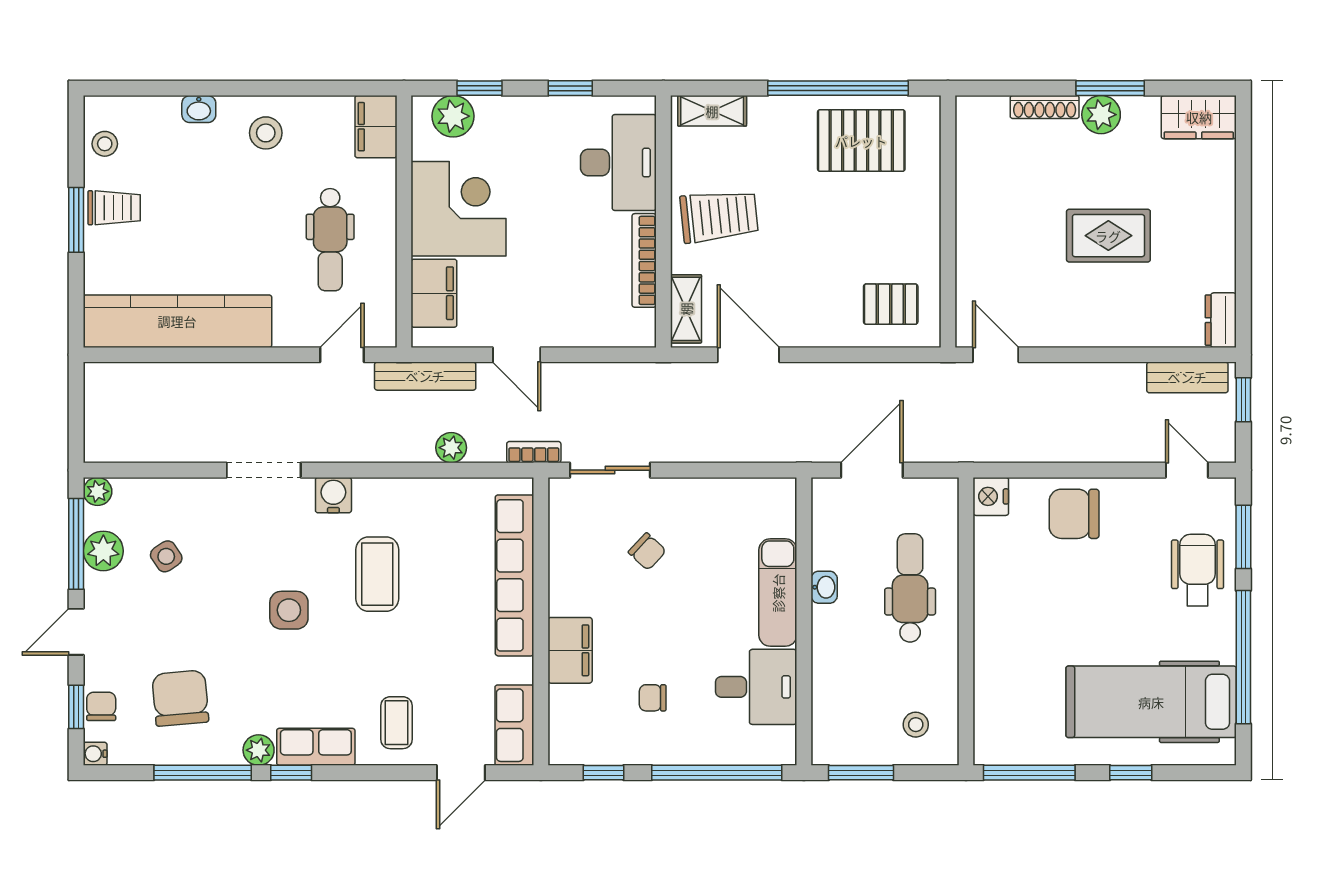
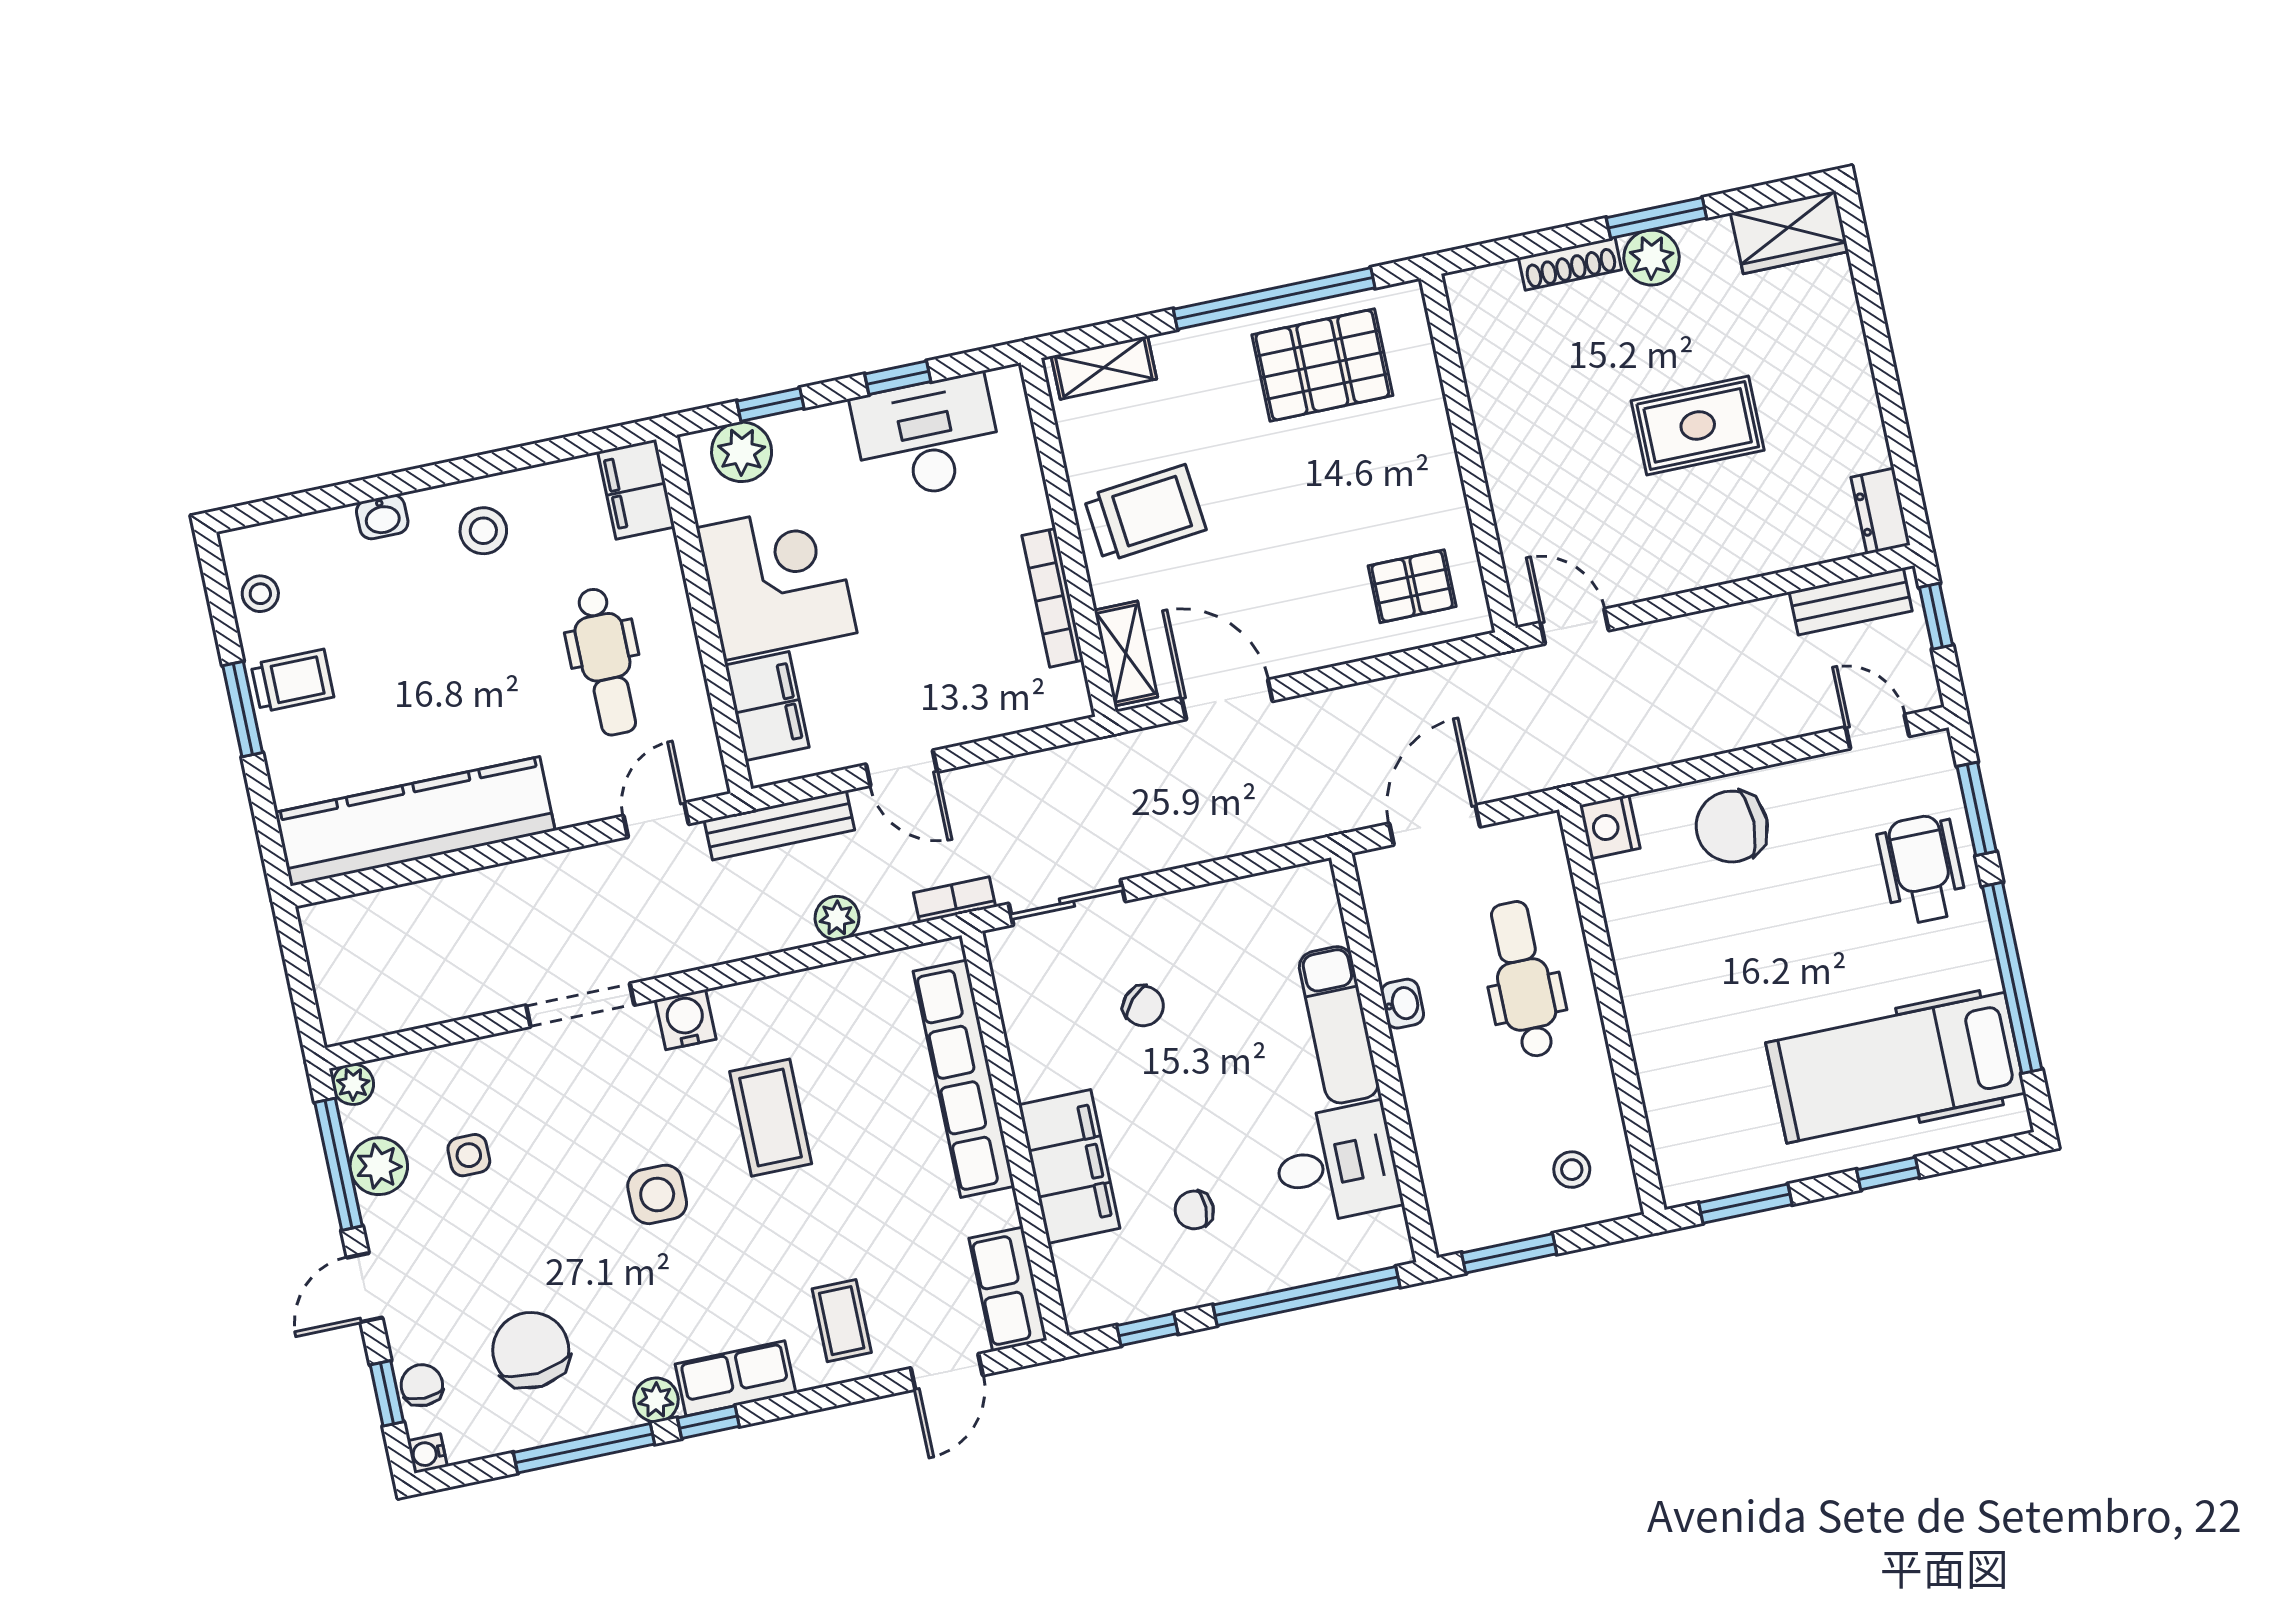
desk: (618, 163) -> (927, 438), moved, turned -90
side table: (166, 556) -> (469, 1155), turned 34
filing cabinet: (570, 650) -> (1069, 1166), width x1.50, depth x1.17
window: (1029, 773) -> (1745, 1204), width x0.69

